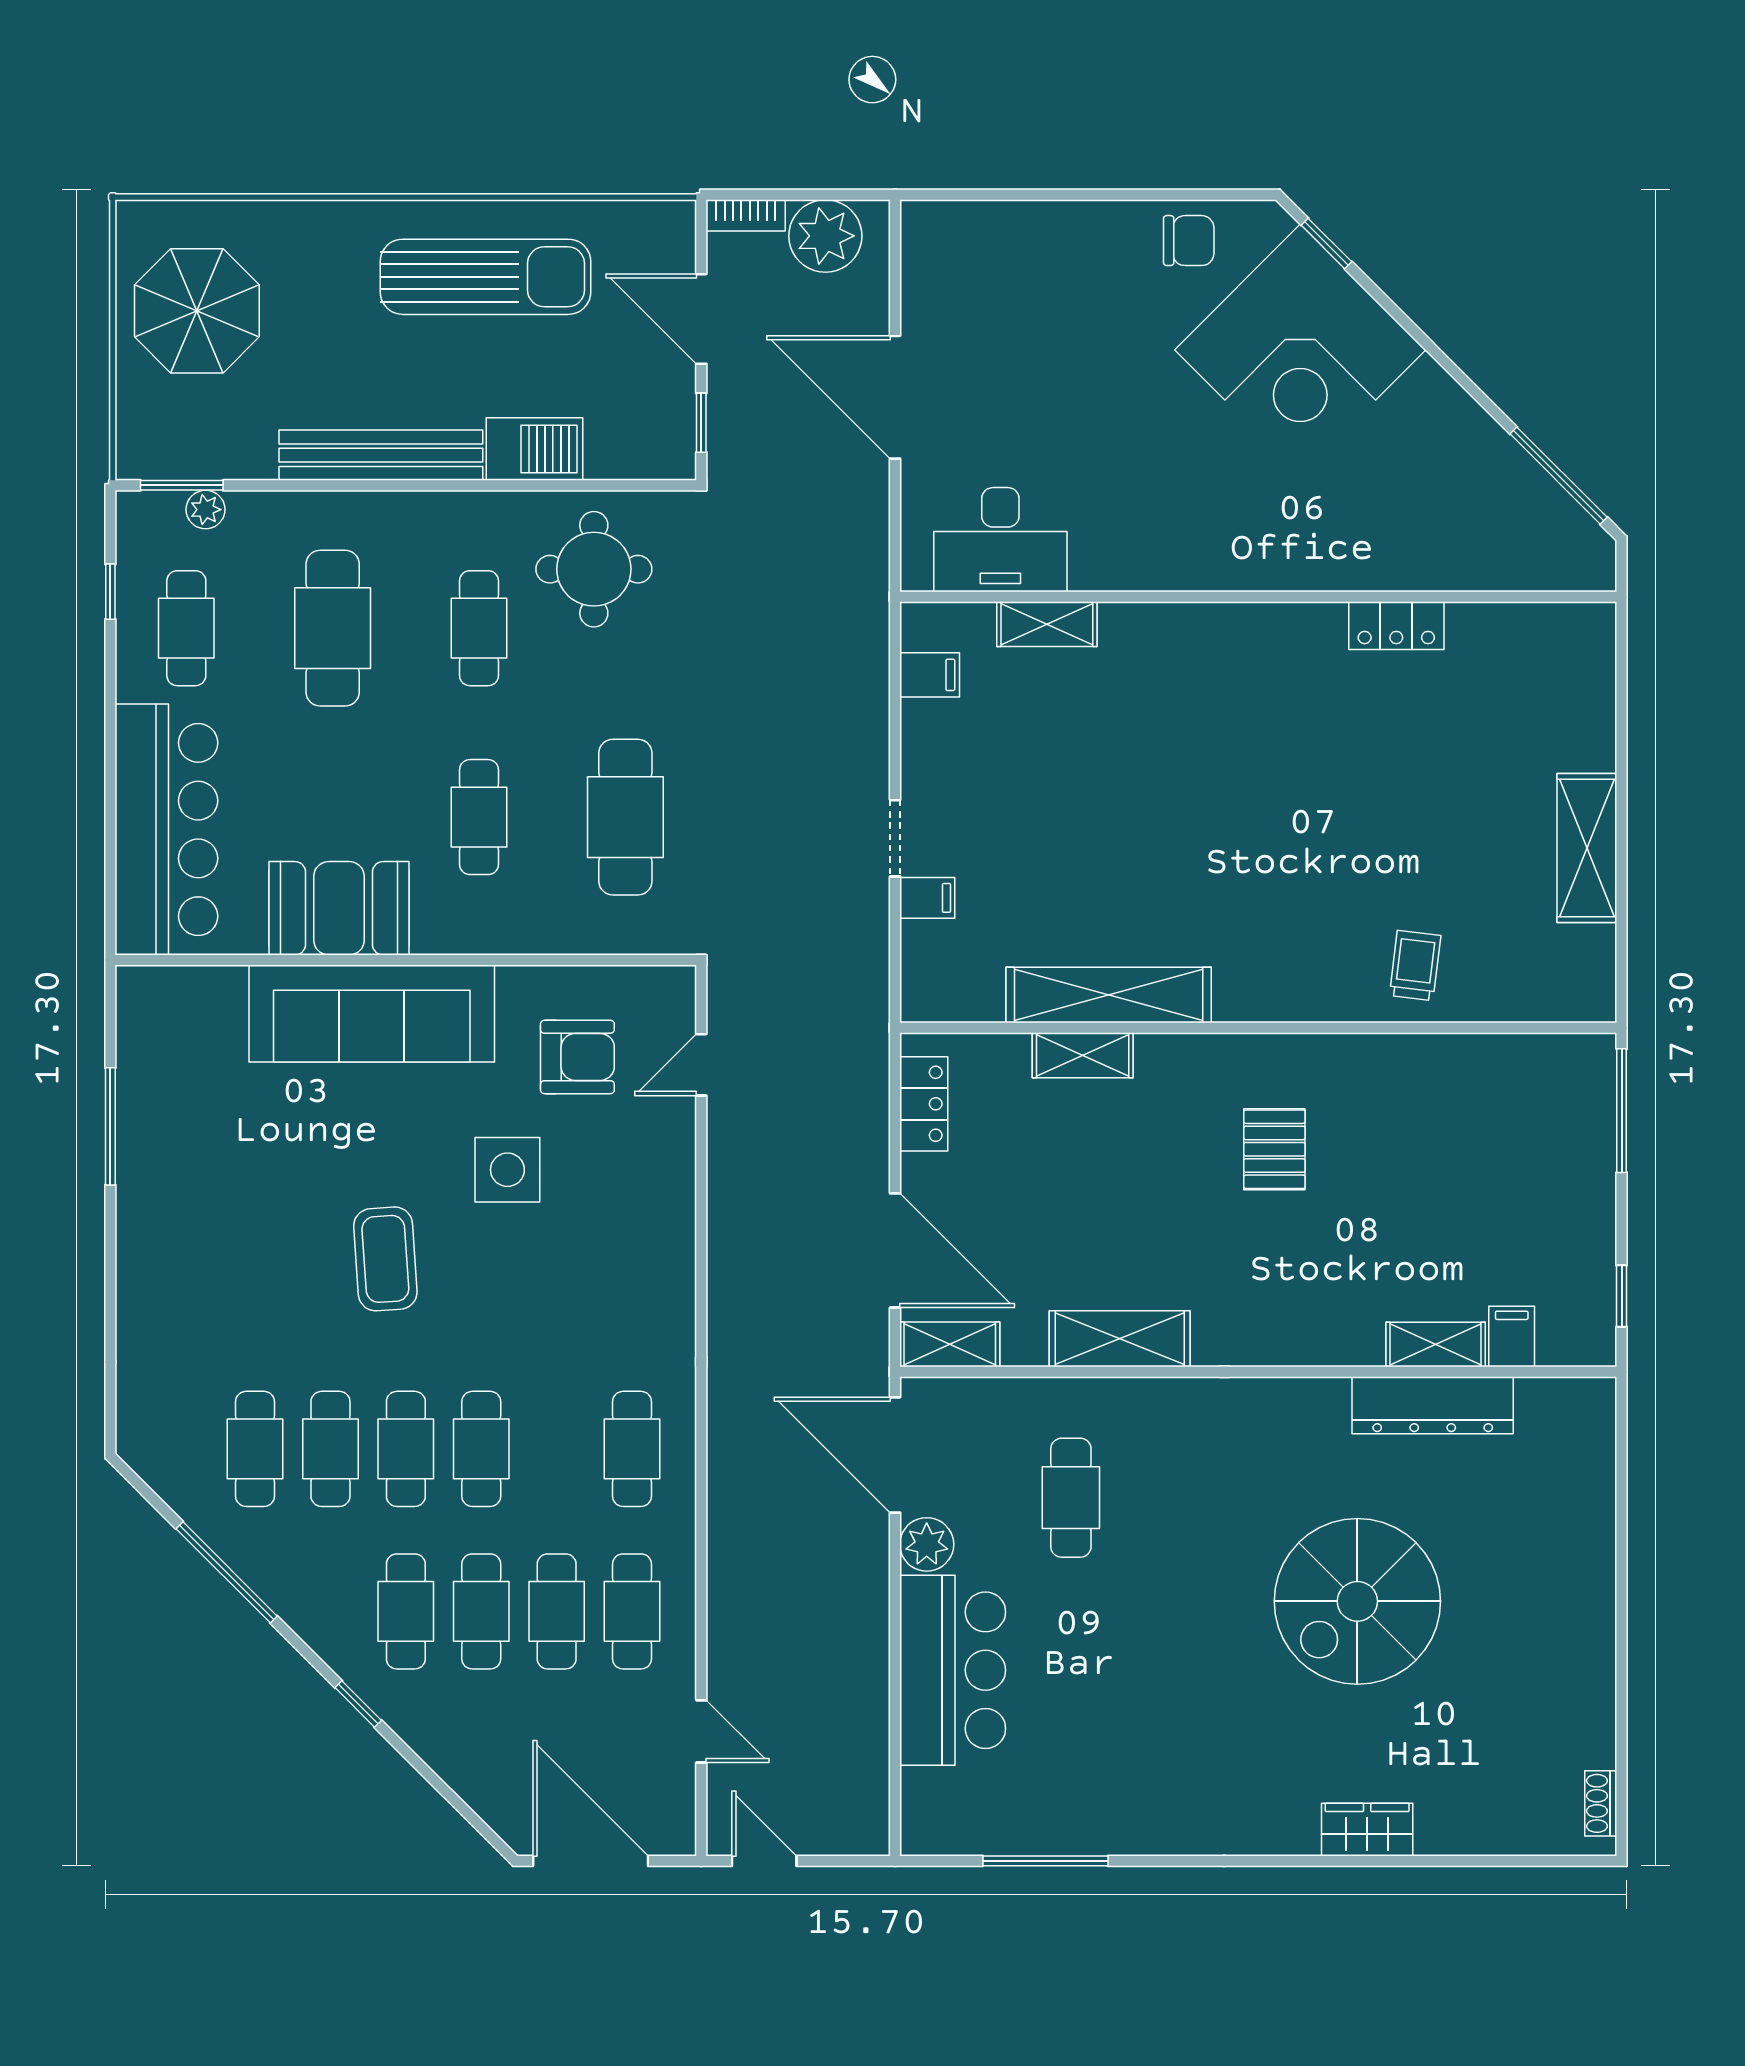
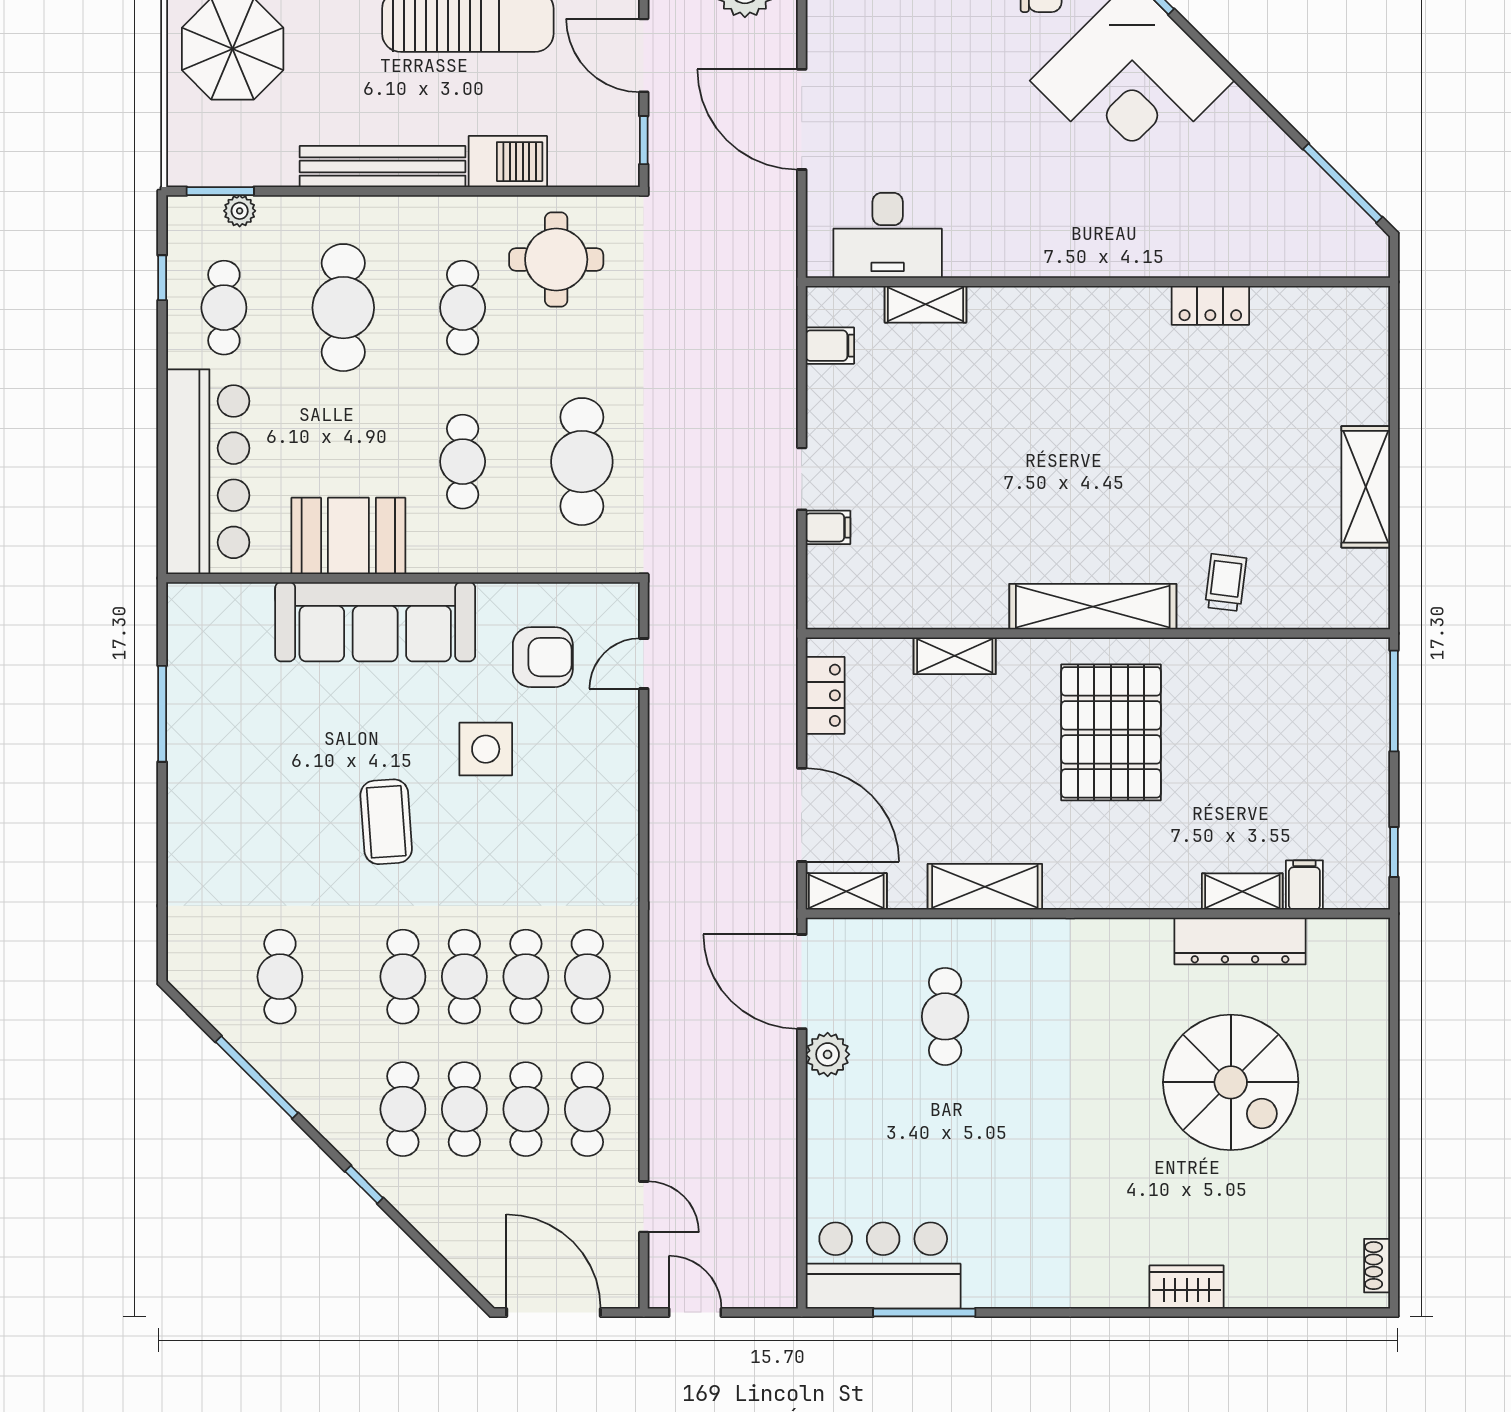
shelving: (1109, 995) -> (1093, 607), moved
pallet: (1274, 1149) -> (1111, 732), width x2.05, depth x2.00
cafe table: (330, 1449) -> (526, 977), moved
spiral stairs: (1357, 1601) -> (1231, 1082), moved, turned -90
bar counter: (953, 1670) -> (883, 1265), moved, turned -90

